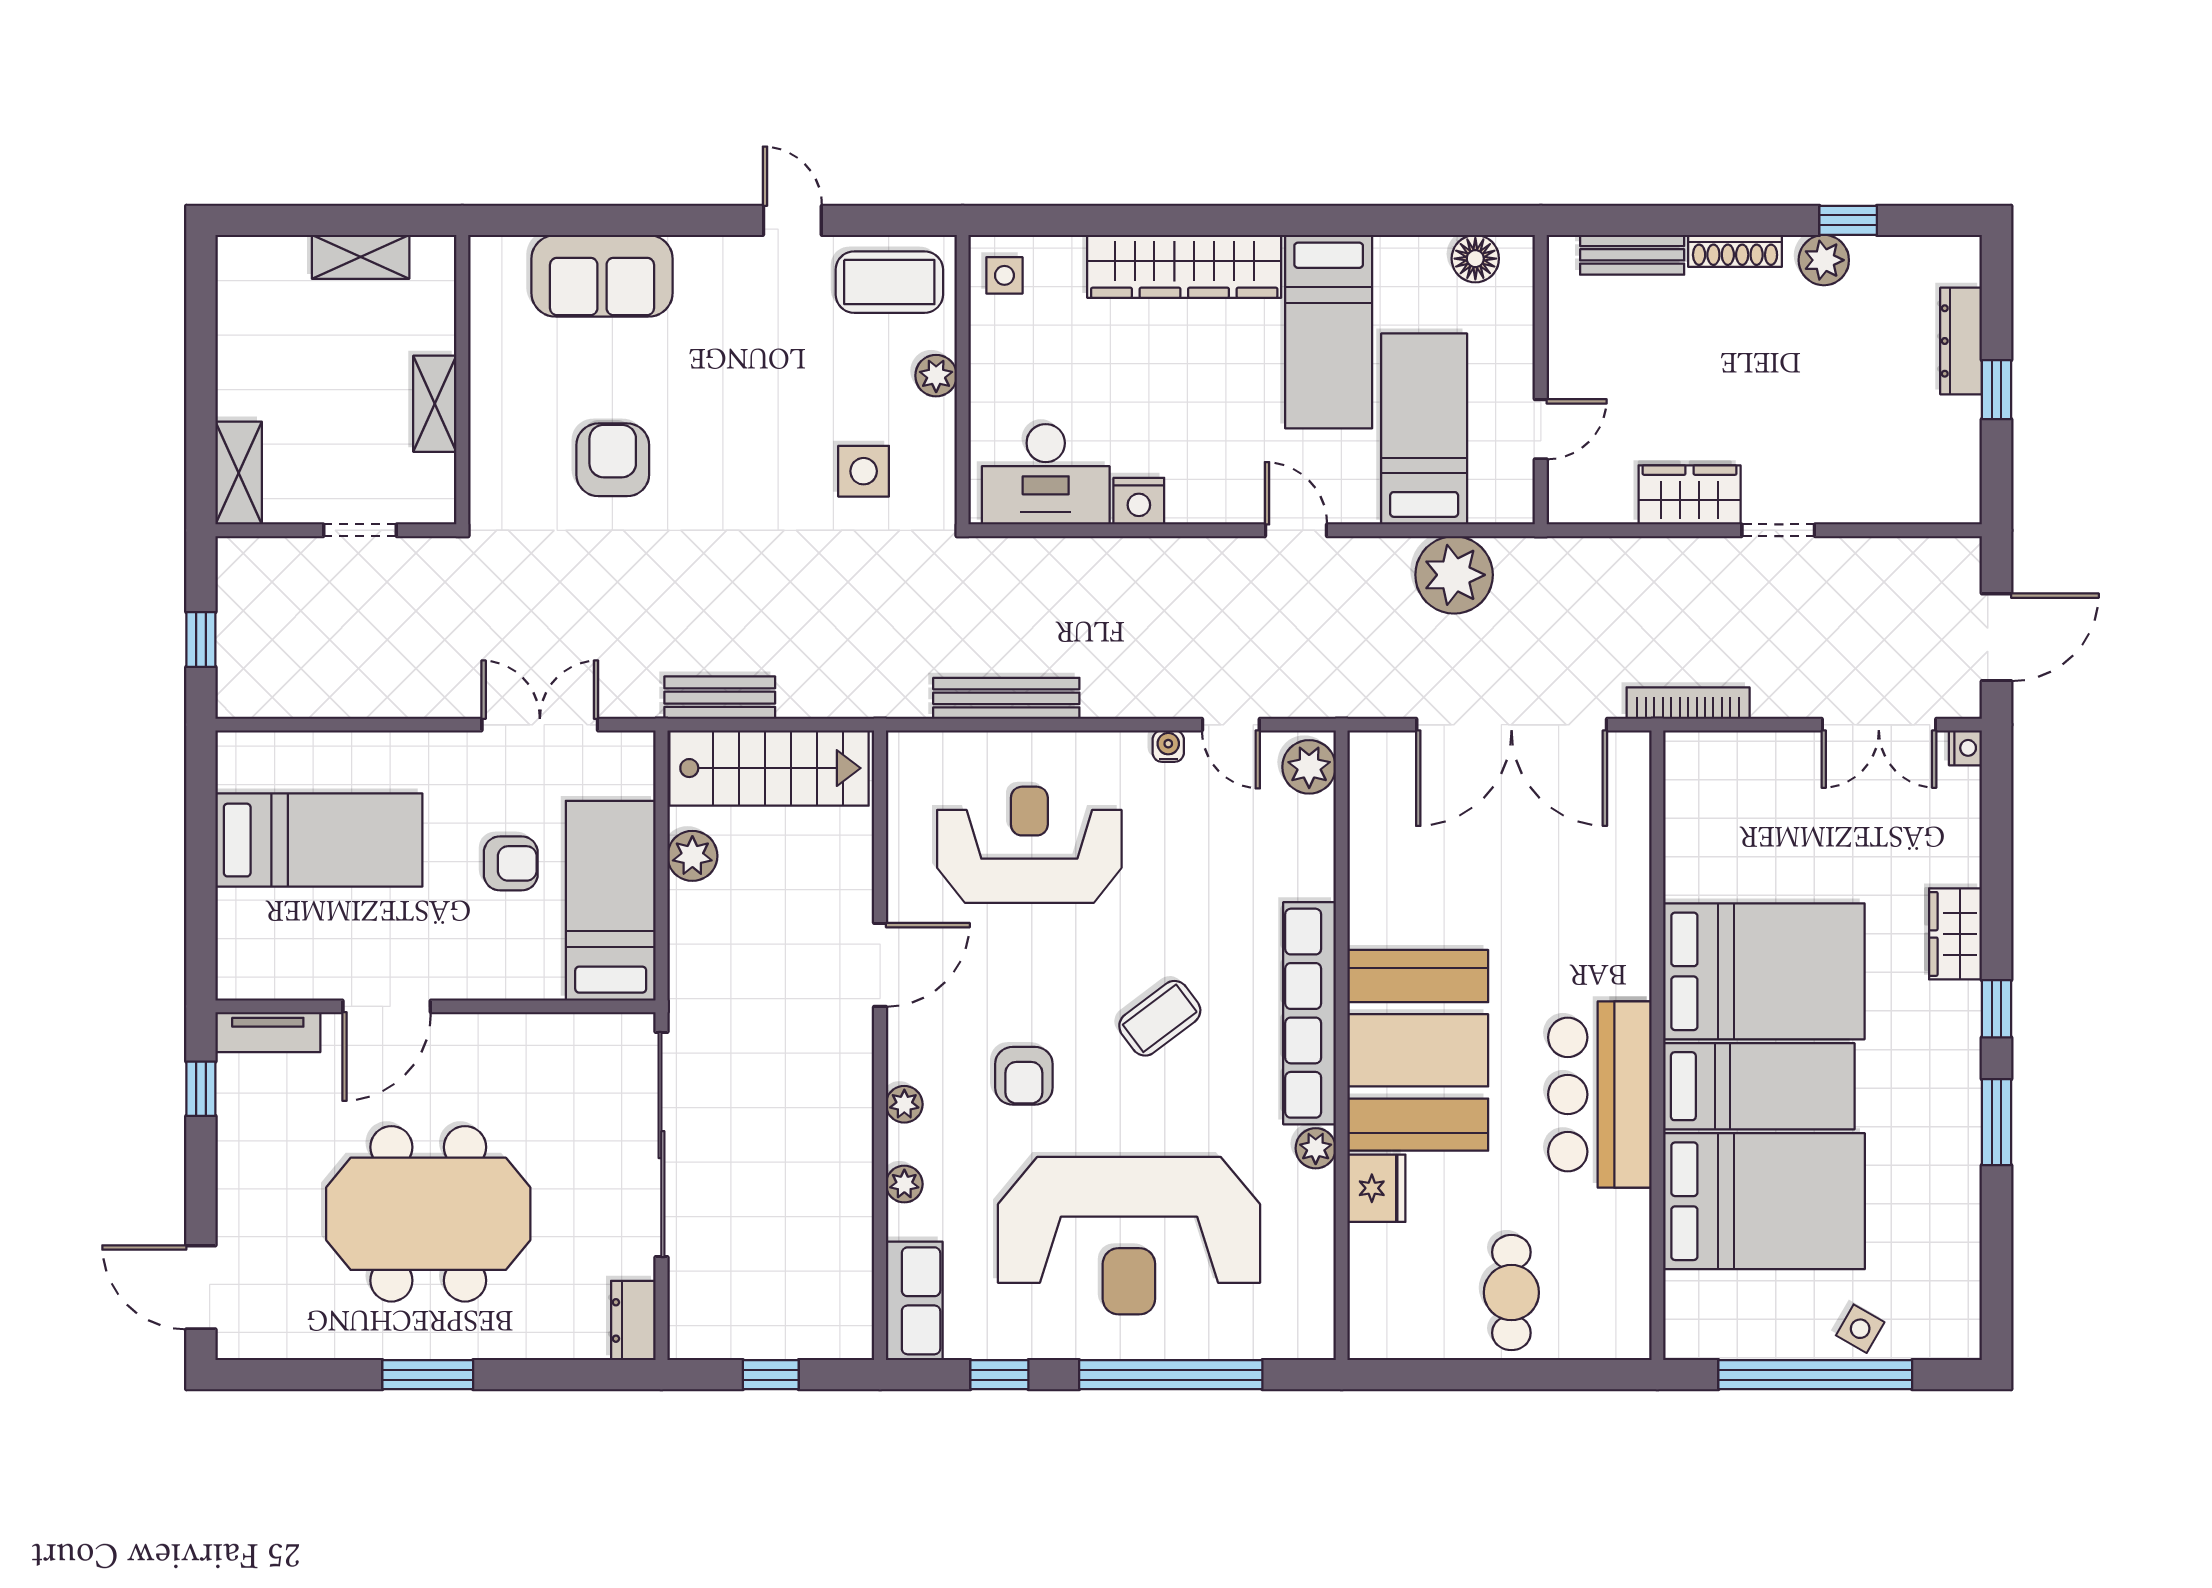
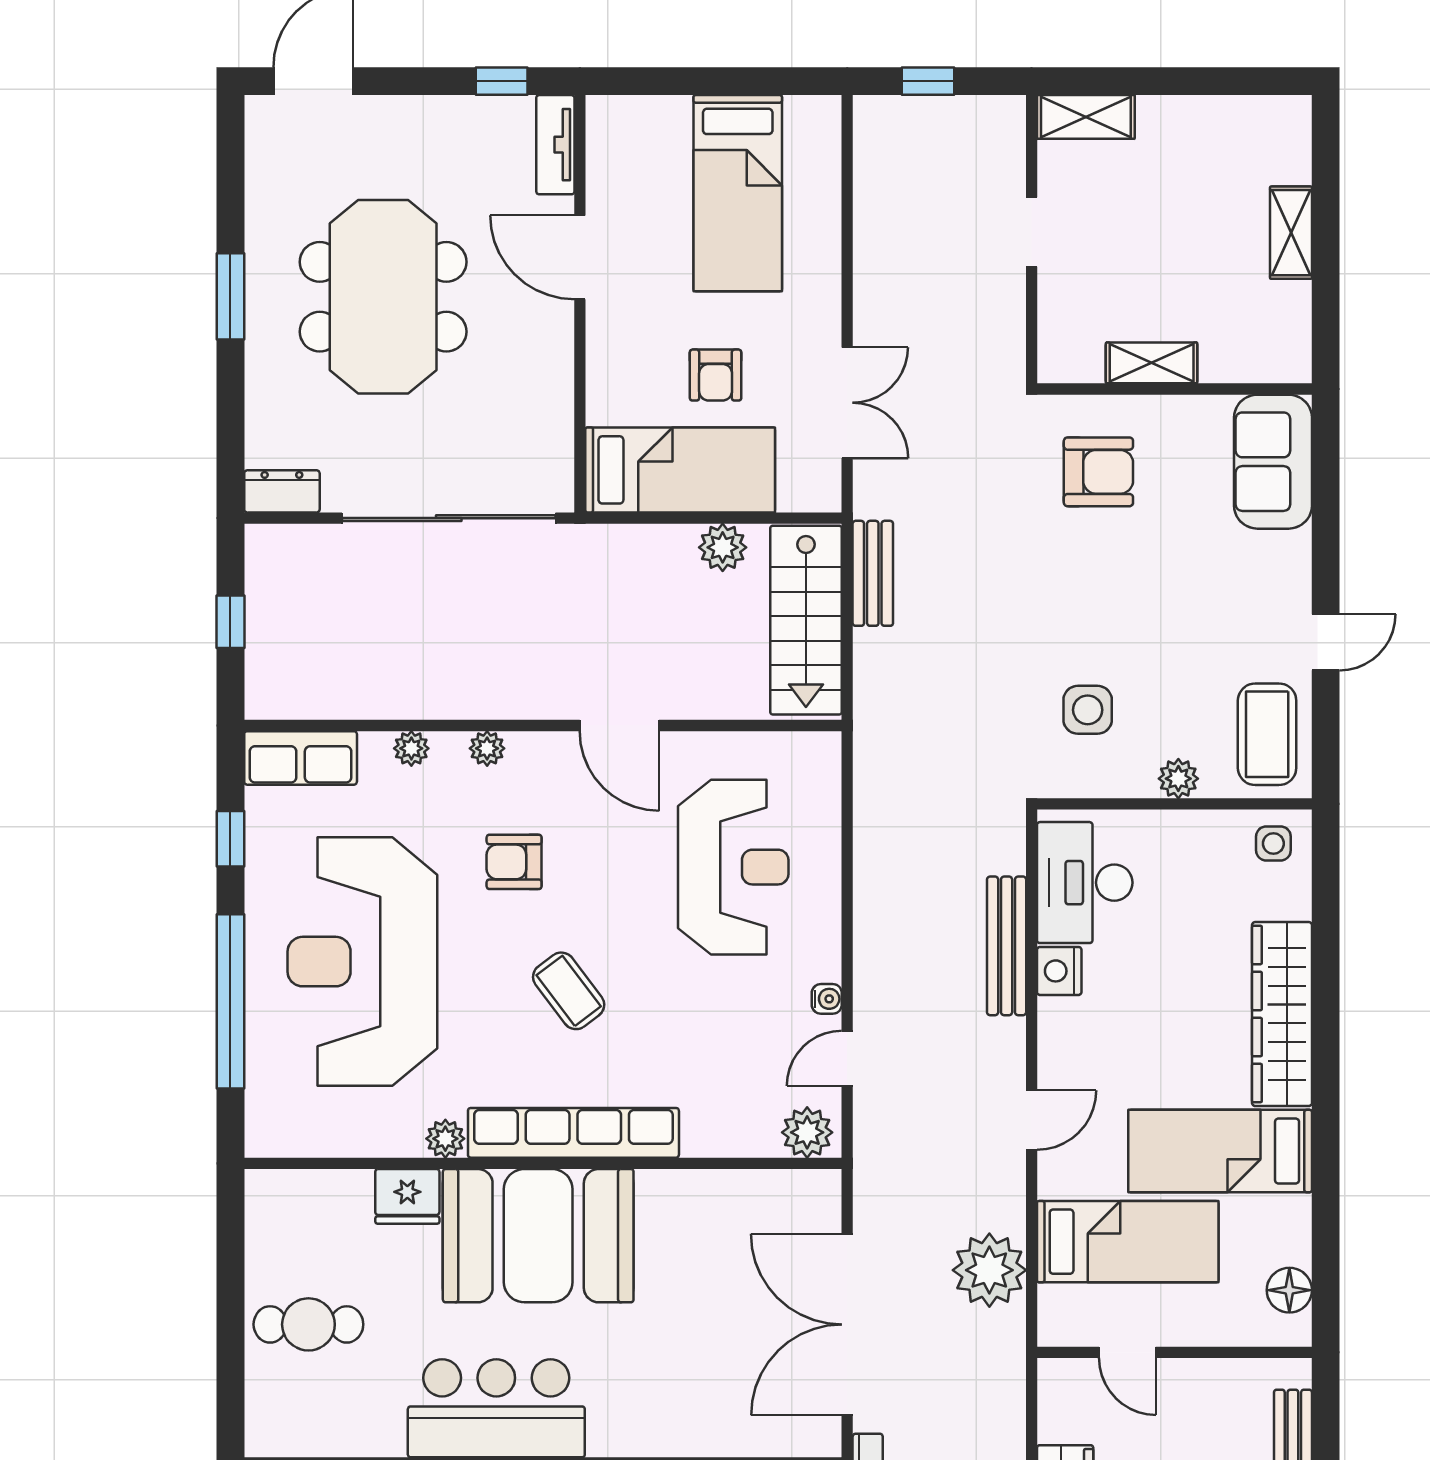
wall: (462, 380) -> (1174, 389), moved
shelving: (435, 404) -> (1152, 363), moved
bench: (1006, 698) -> (1007, 946), moved

